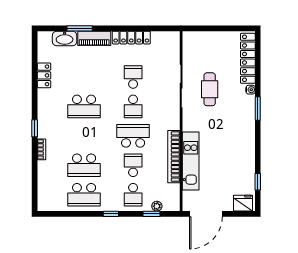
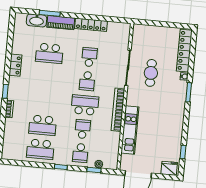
locker: (44, 75) -> (15, 65), moved
school desk: (84, 106) -> (49, 53), moved
bookcase: (174, 157) -> (118, 110), moved

